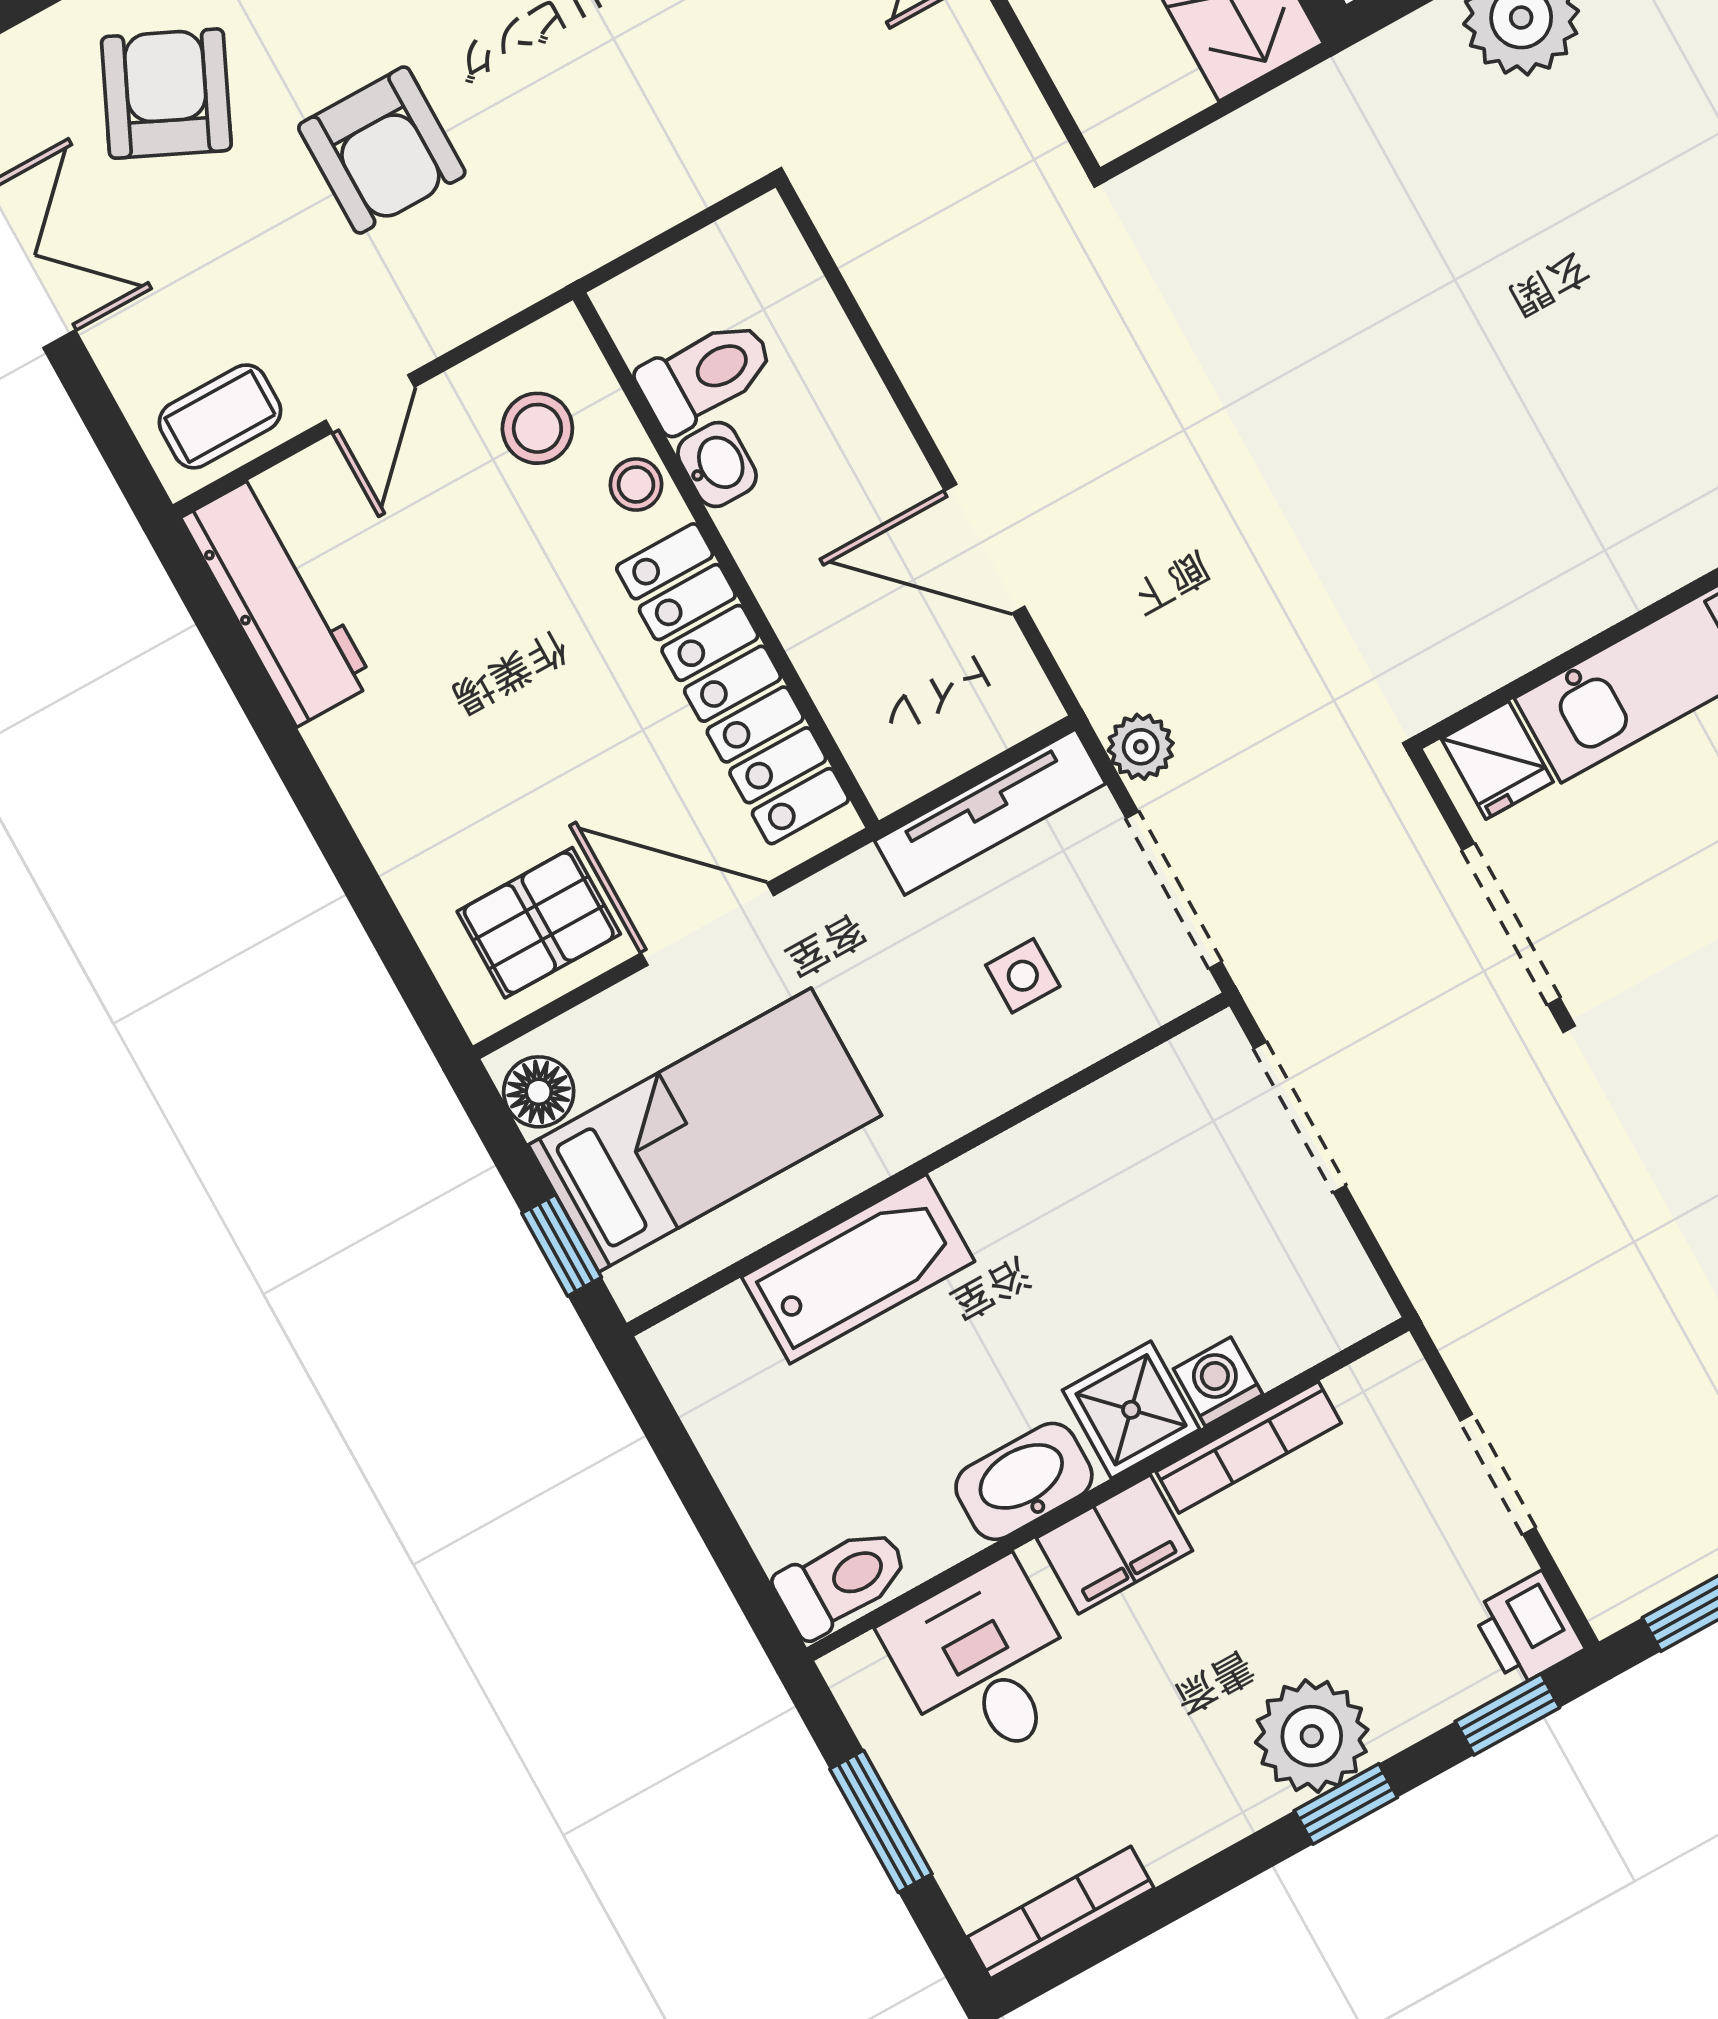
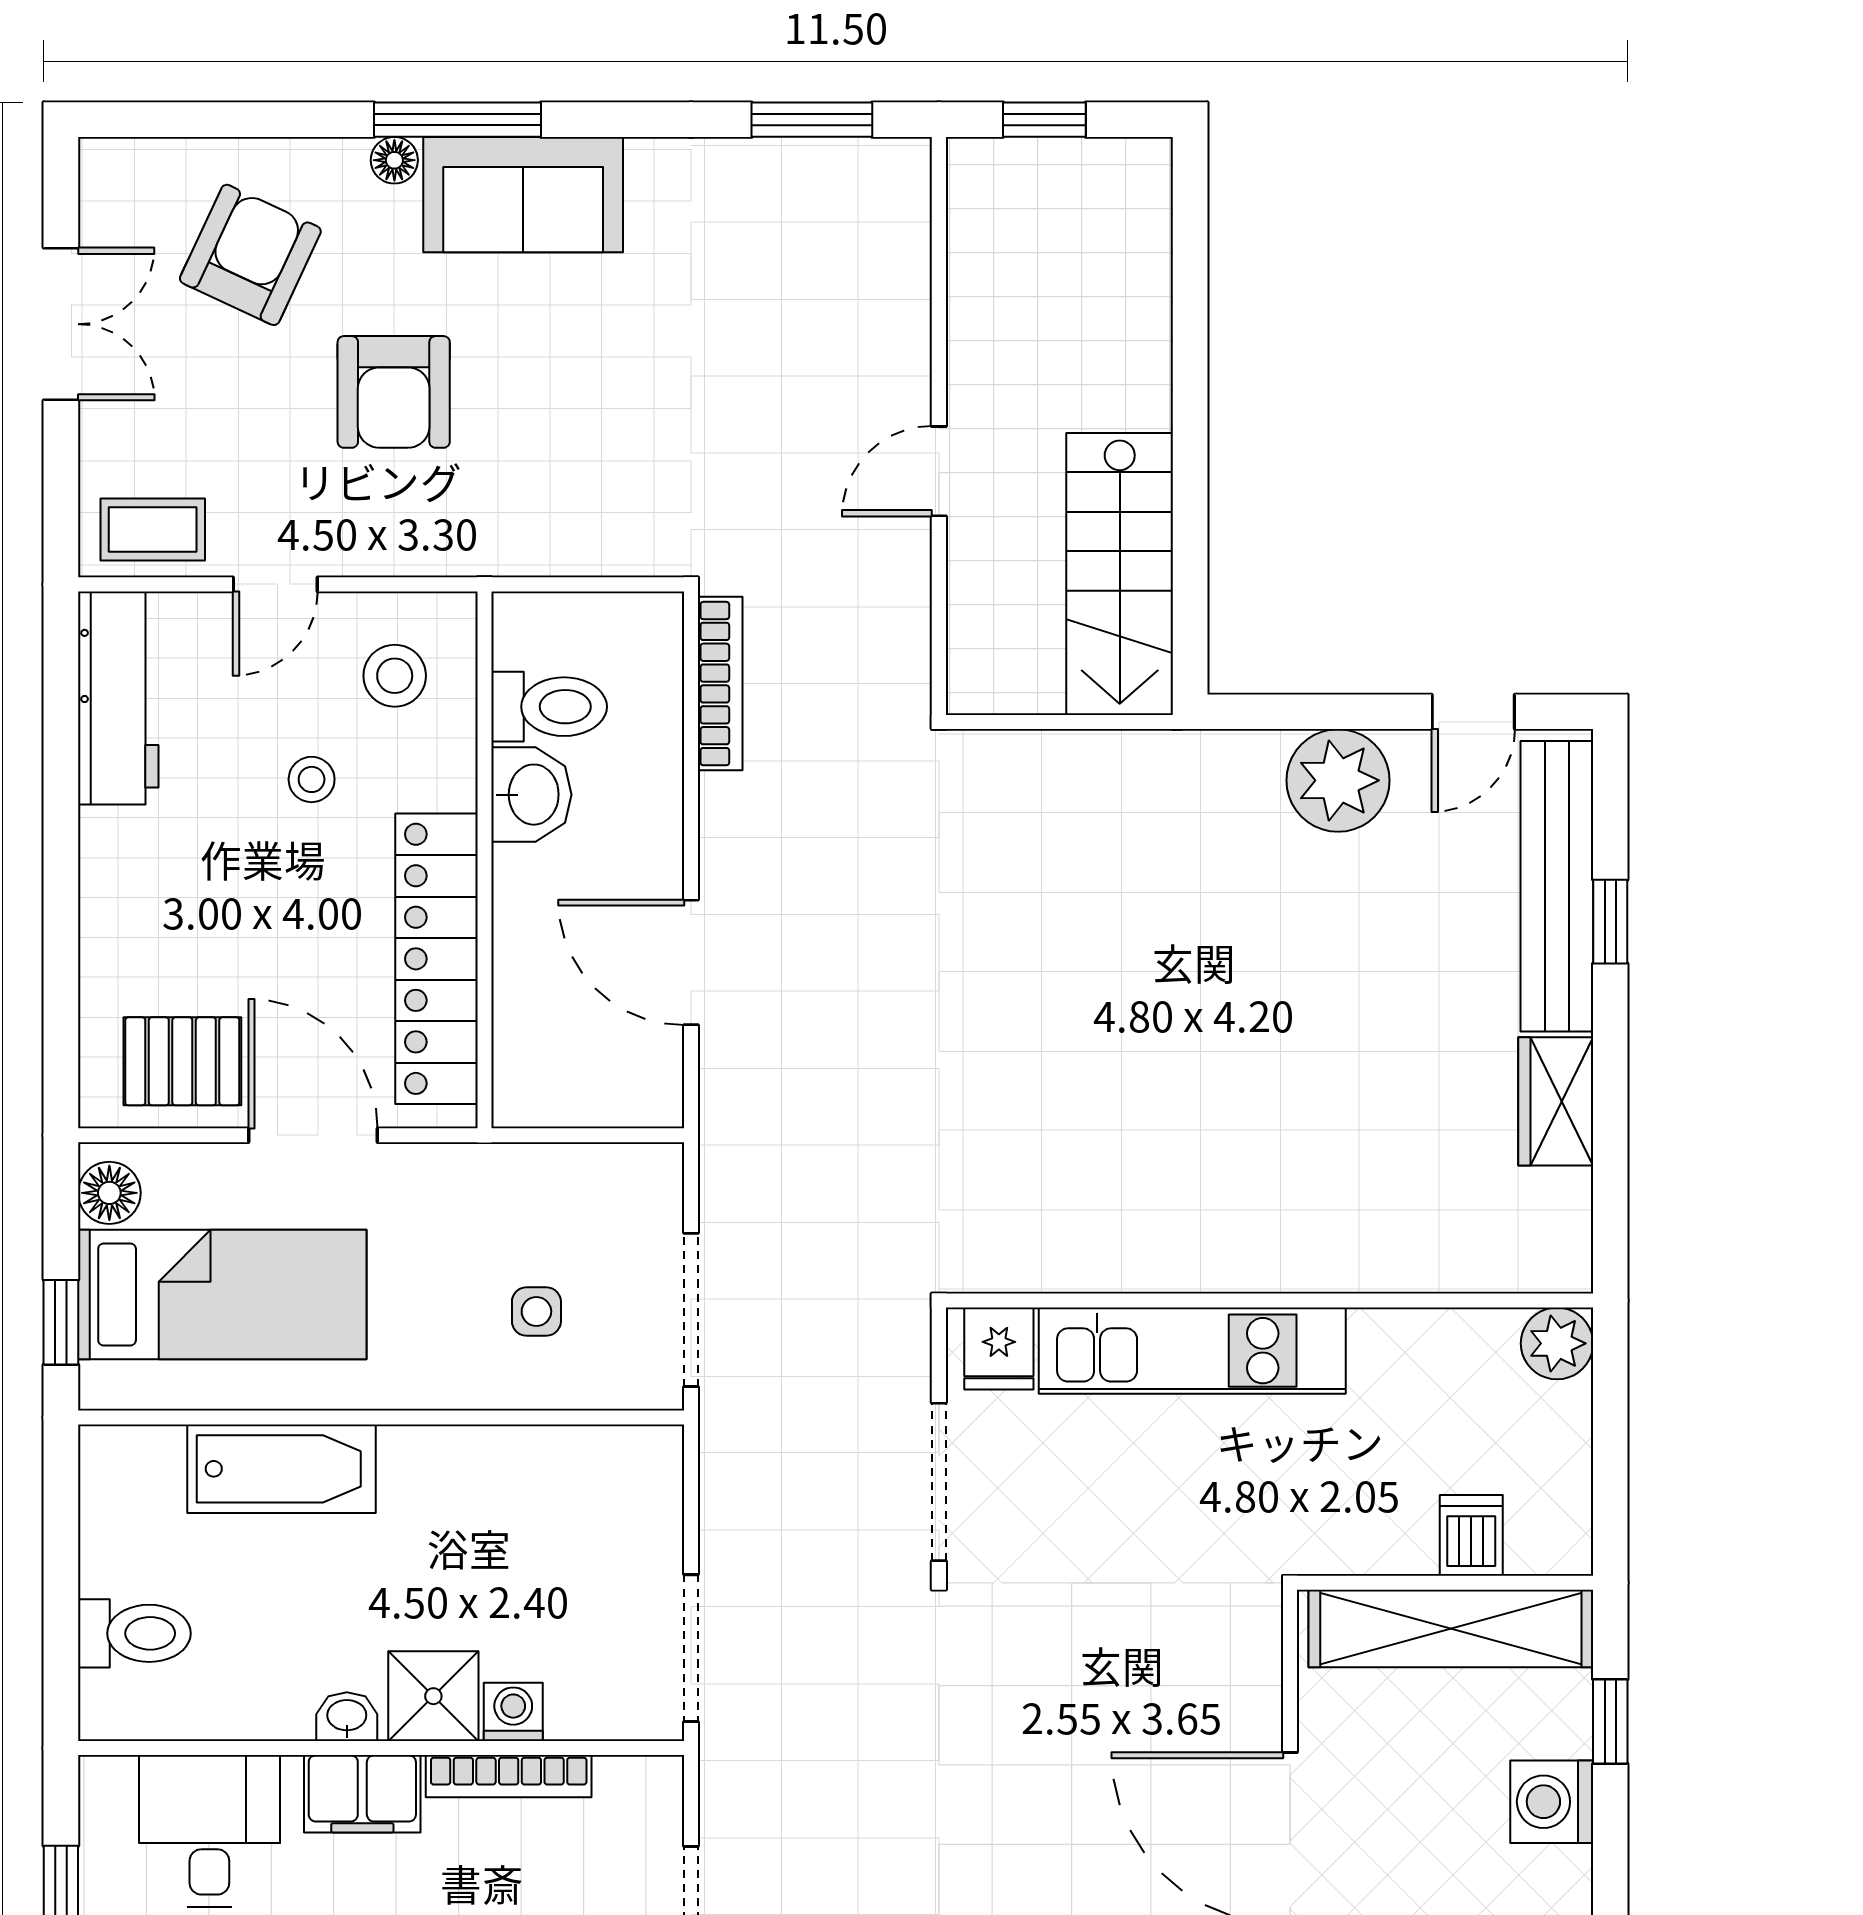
bookcase: (861, 259) -> (720, 684), added
washbasin: (717, 464) -> (531, 795), width x1.38, depth x1.45
stool: (636, 484) -> (312, 779), moved
plant: (1141, 747) -> (727, 1184), removed
tv unit: (990, 812) -> (582, 1170), removed
doorway: (1300, 1117) -> (691, 1648), moved
washbasin: (1024, 1481) -> (347, 1717), width x0.52, depth x0.69
toilet: (842, 1581) -> (134, 1633), moved

